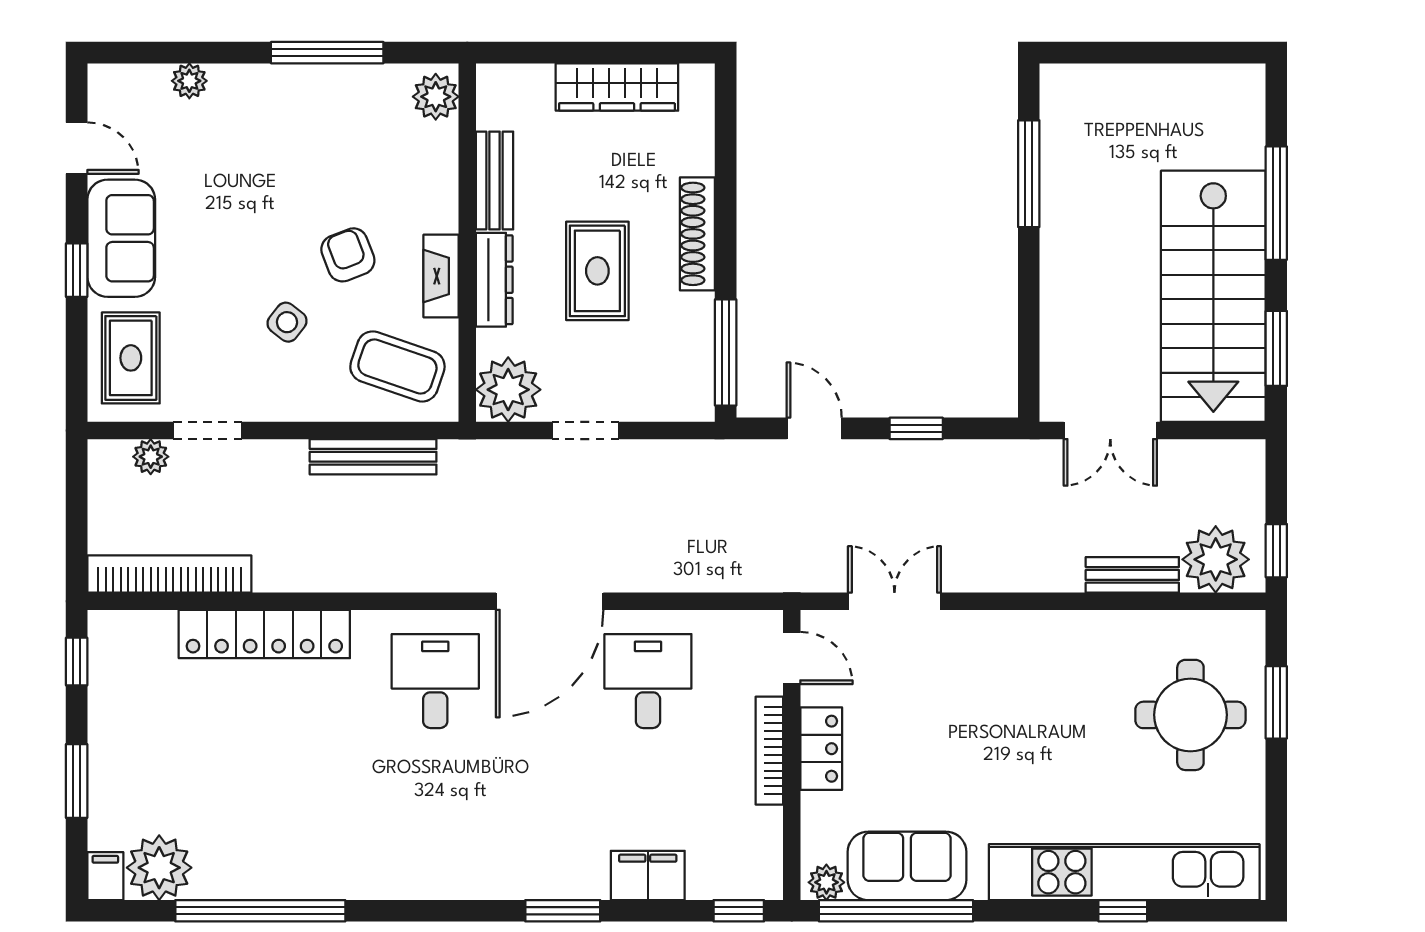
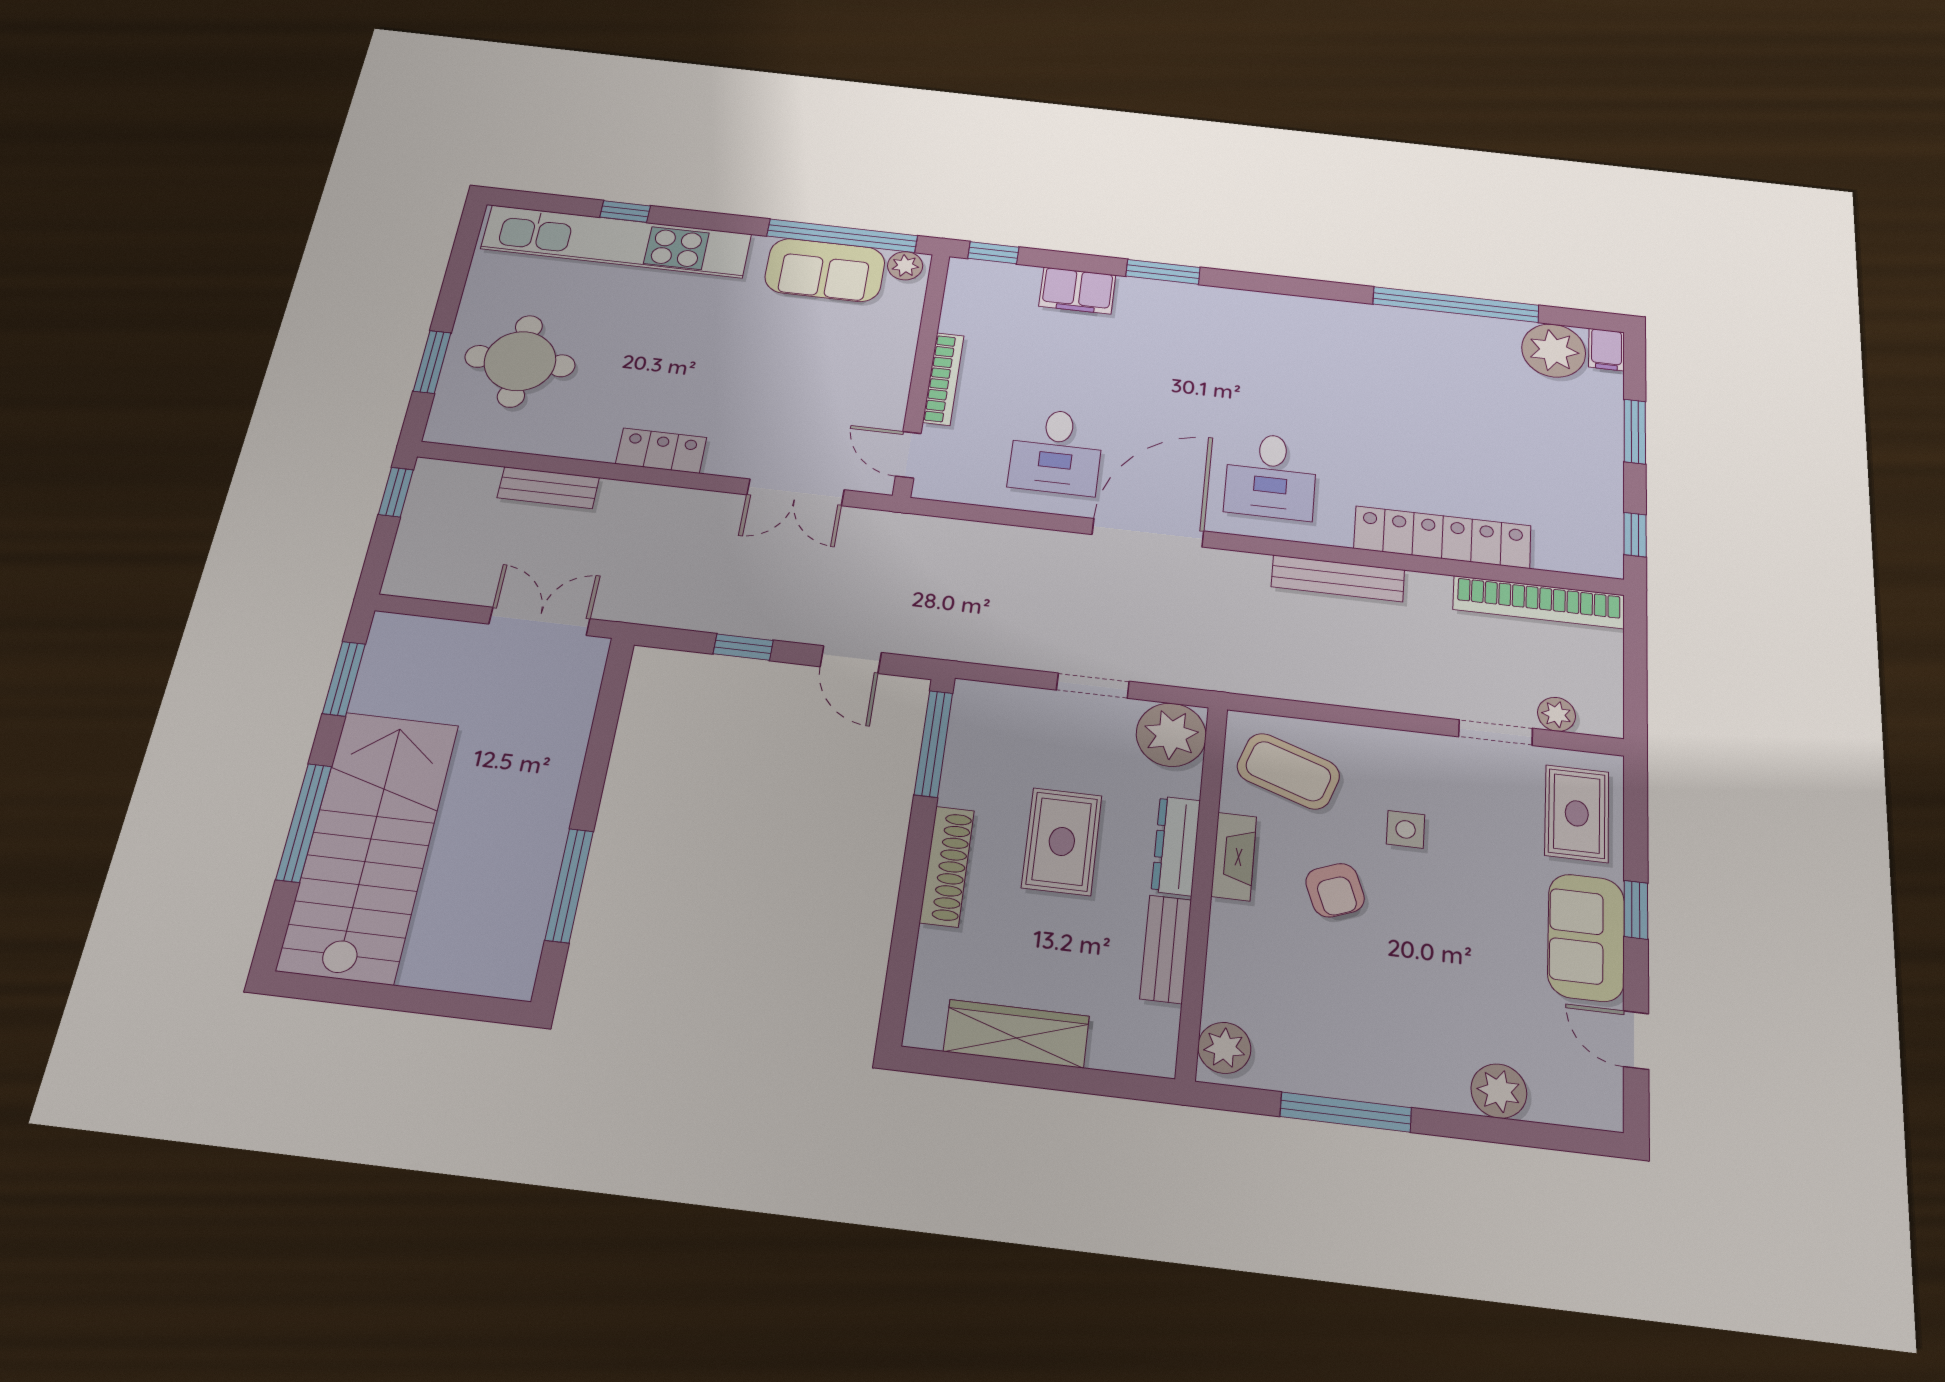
plant: (189, 81) -> (1499, 1091), width x1.38, depth x1.38
stairs: (1213, 296) -> (369, 845), moved
side table: (287, 322) -> (1406, 829), turned -38
bench: (373, 457) -> (1338, 578), moved
plant: (1216, 559) -> (460, 492), removed
locker: (821, 749) -> (661, 451), moved, turned 90

